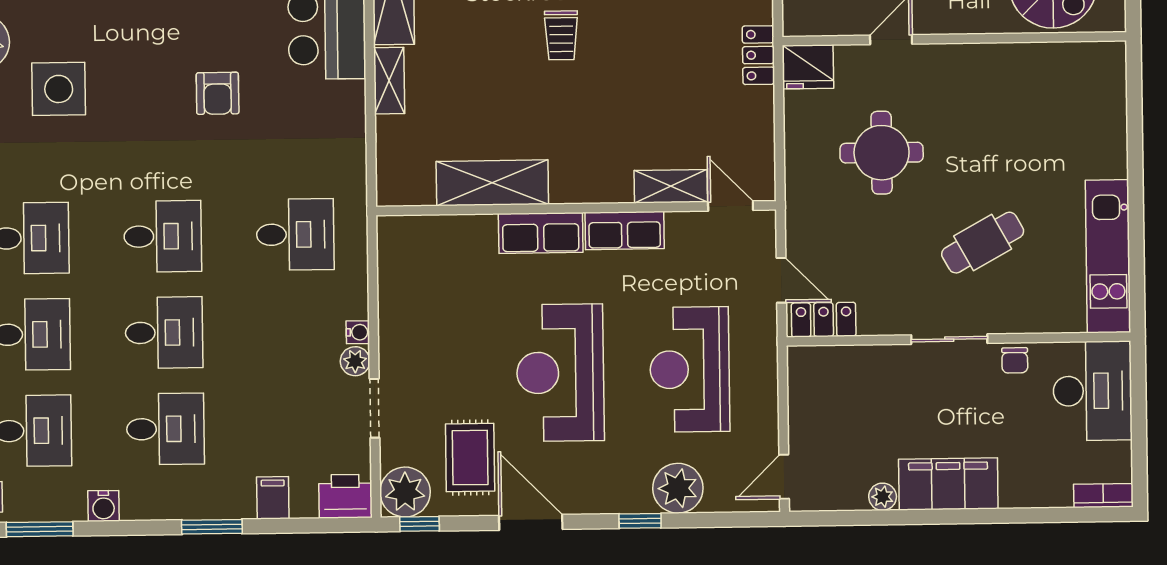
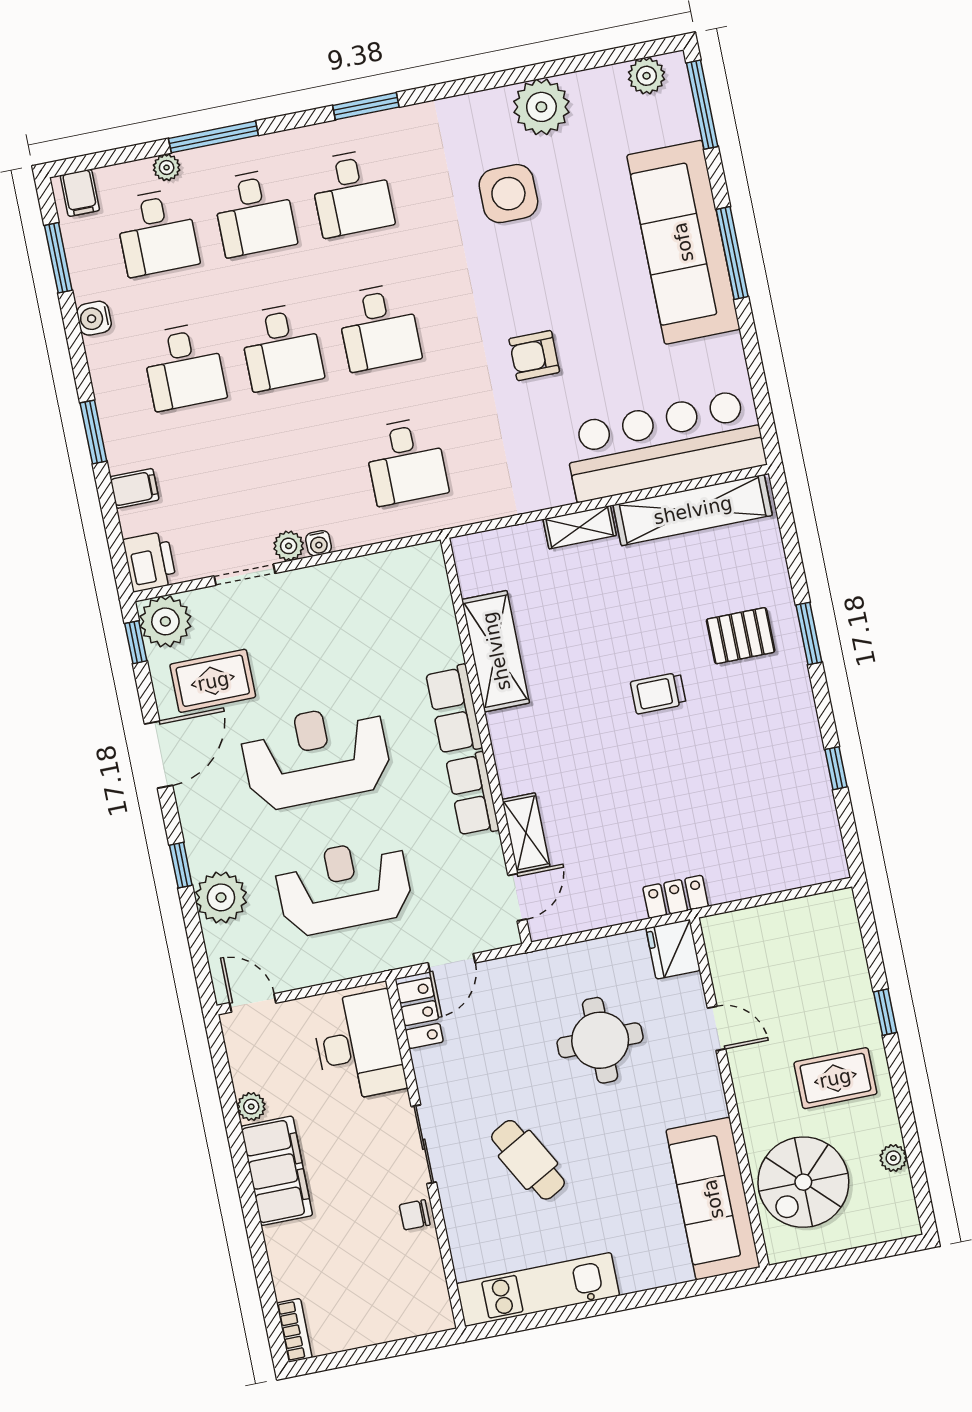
sofa: (1052, 73) -> (713, 1199), added
desk: (1092, 391) -> (359, 1046), moved, turned -90

